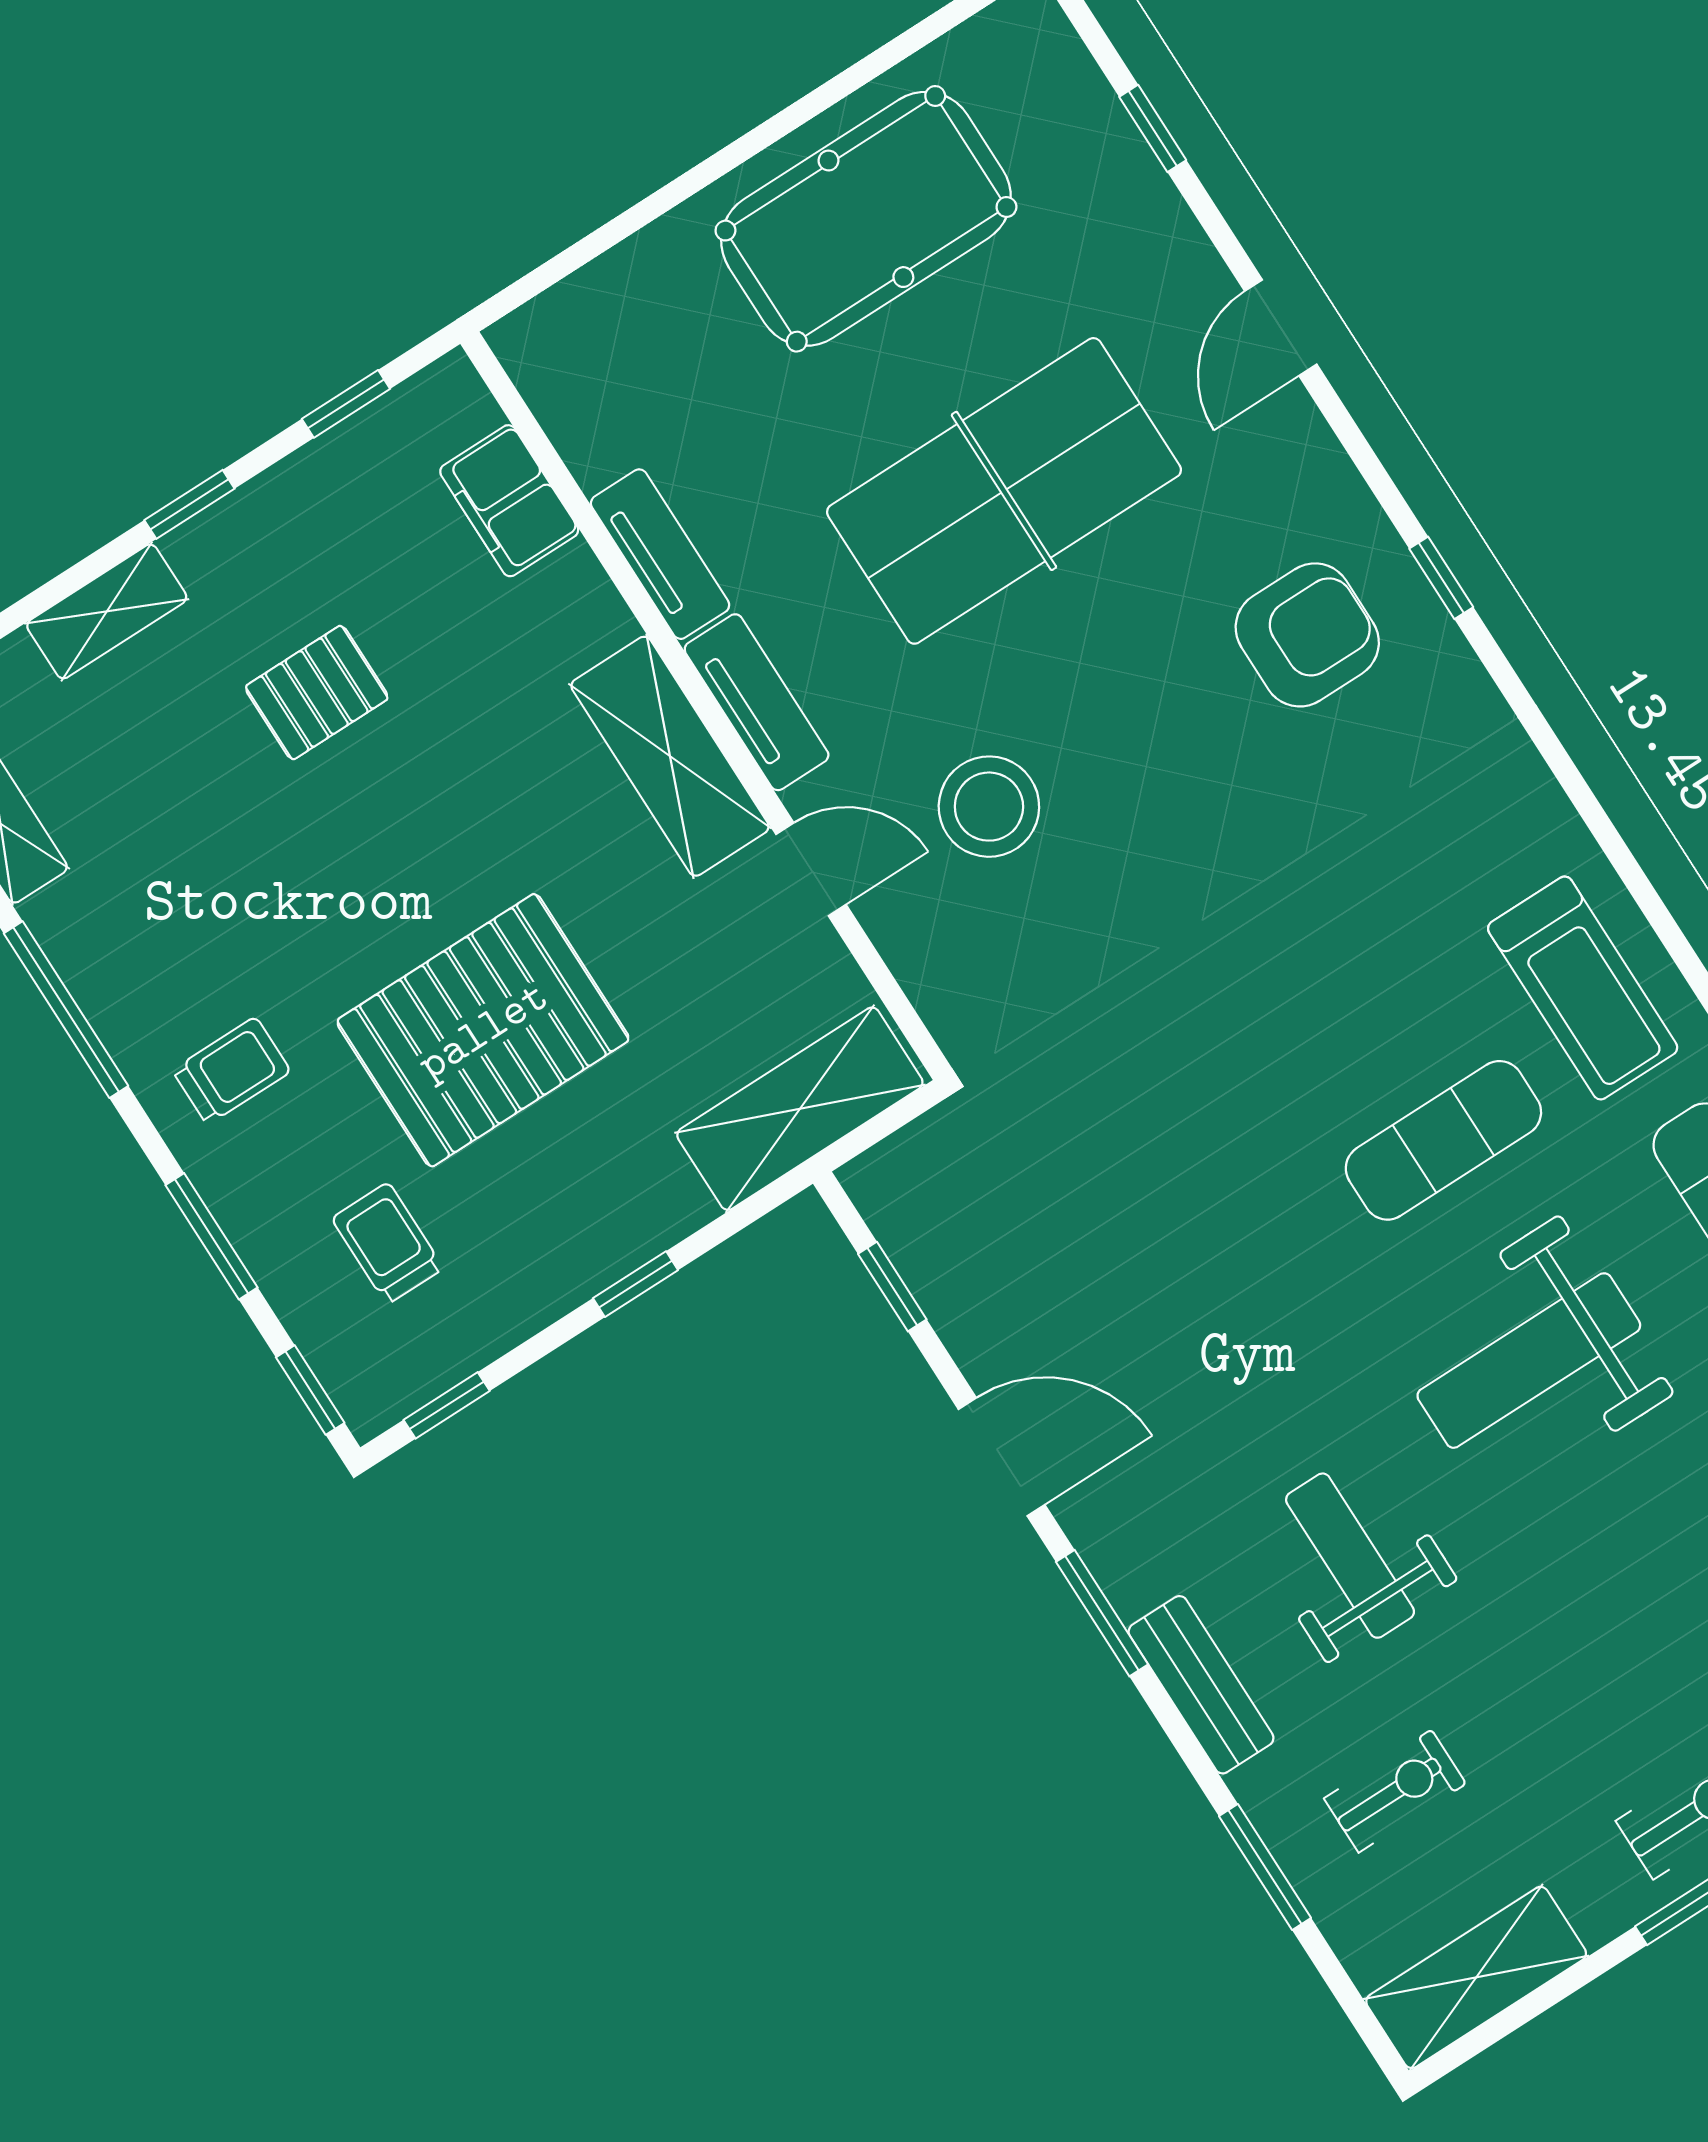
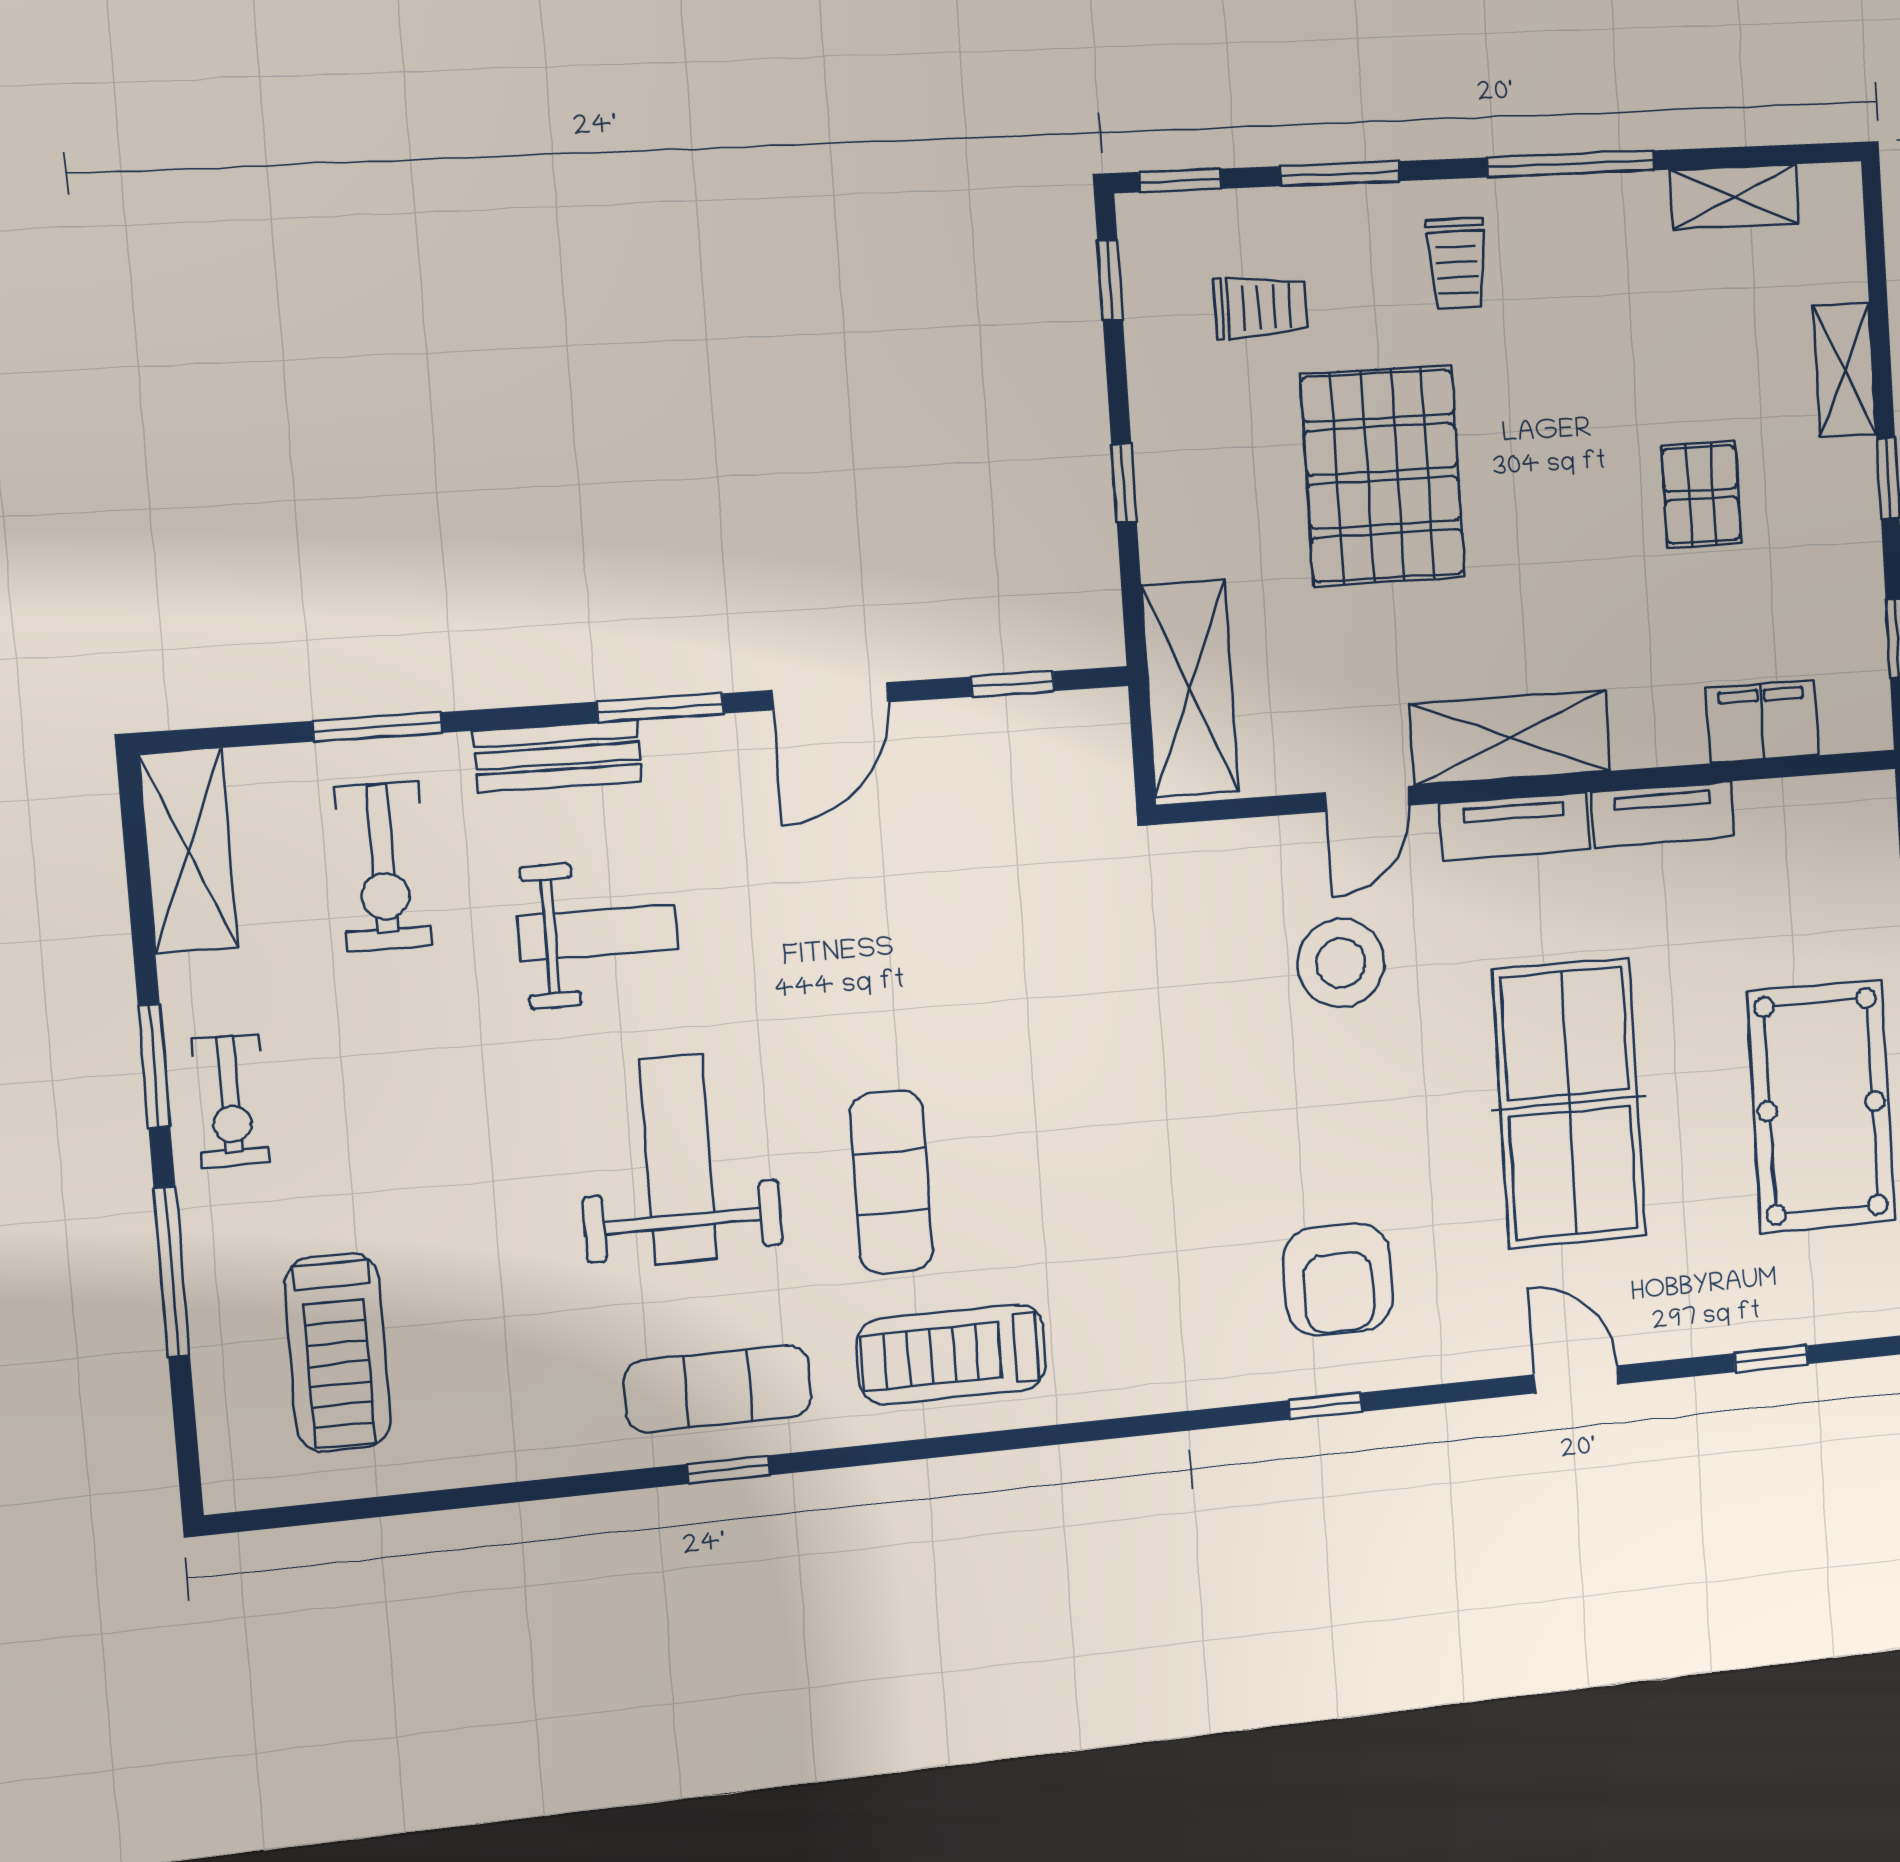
exercise bike: (1395, 1791) -> (383, 867), width x1.38, depth x1.39

